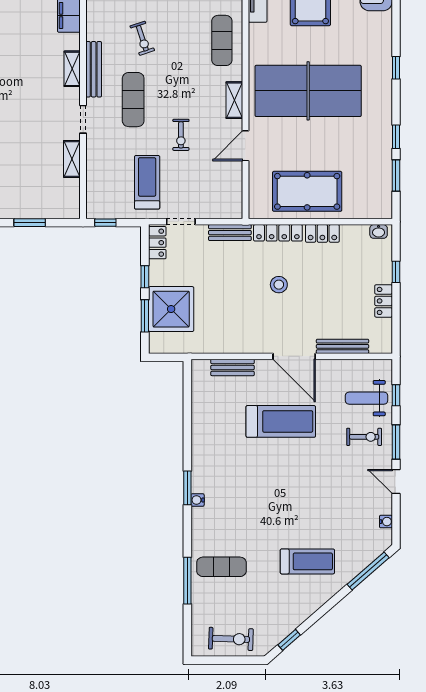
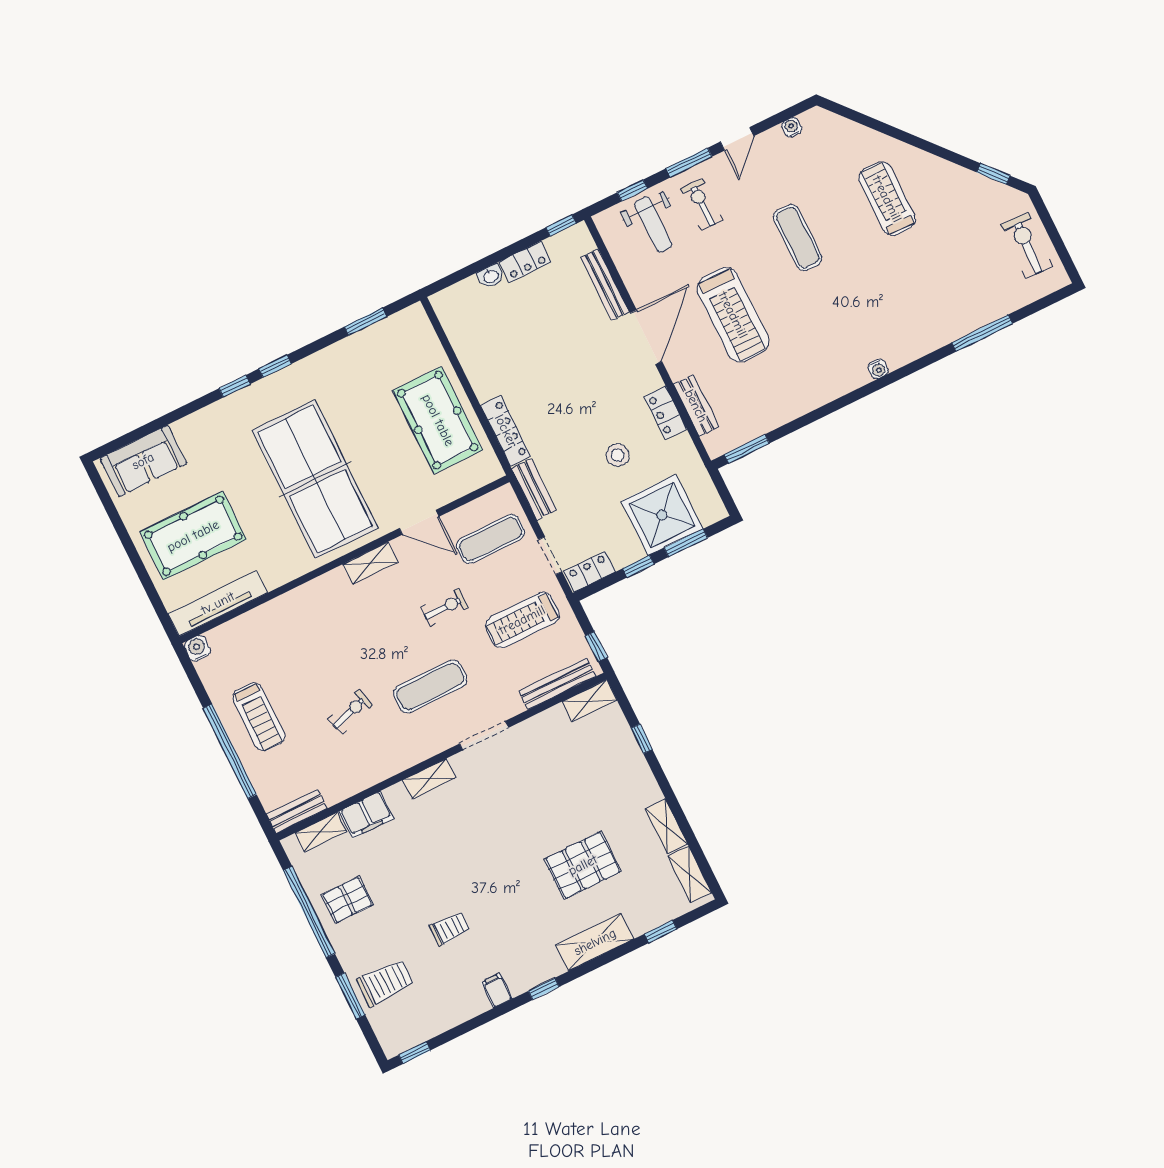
exercise mat: (222, 40) -> (491, 539), moved
bench: (94, 69) -> (557, 684), moved
doorway: (83, 119) -> (484, 736), width x1.38
window: (396, 137) -> (275, 366), moved
shelving: (72, 159) -> (589, 701), moved
window: (30, 223) -> (642, 739), width x0.67
washbasin: (379, 231) -> (491, 276), moved, turned 90
locker: (322, 233) -> (665, 413), moved, turned 180
window: (396, 272) -> (561, 225), moved
stool: (279, 285) -> (618, 455), moved
treadmill: (281, 421) -> (733, 315), turned 180
window: (187, 488) -> (747, 449), moved
exercise mat: (221, 567) -> (798, 238), moved
window: (368, 571) -> (862, 119), removed

